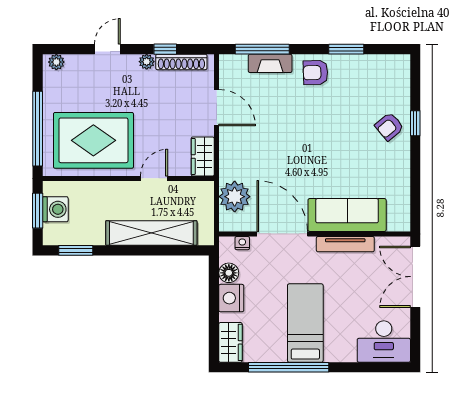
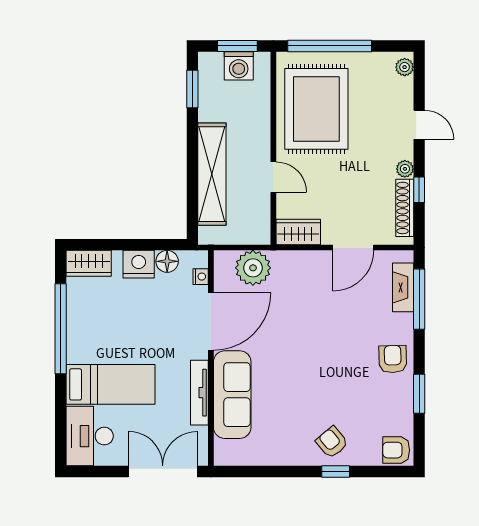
fireplace: (270, 63) -> (403, 287), moved
armchair: (396, 70) -> (396, 450), added
bed: (305, 323) -> (111, 384), moved

